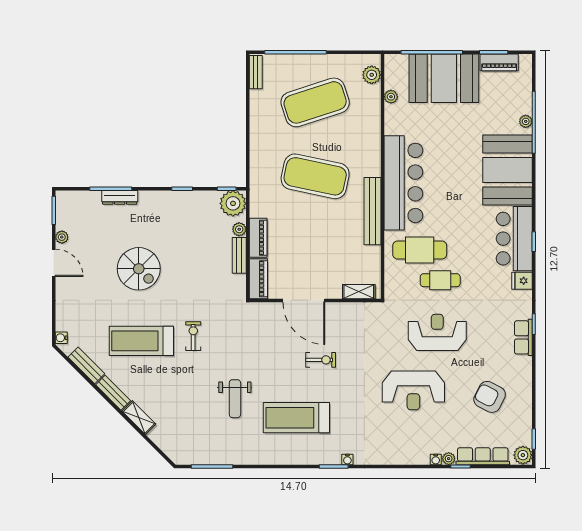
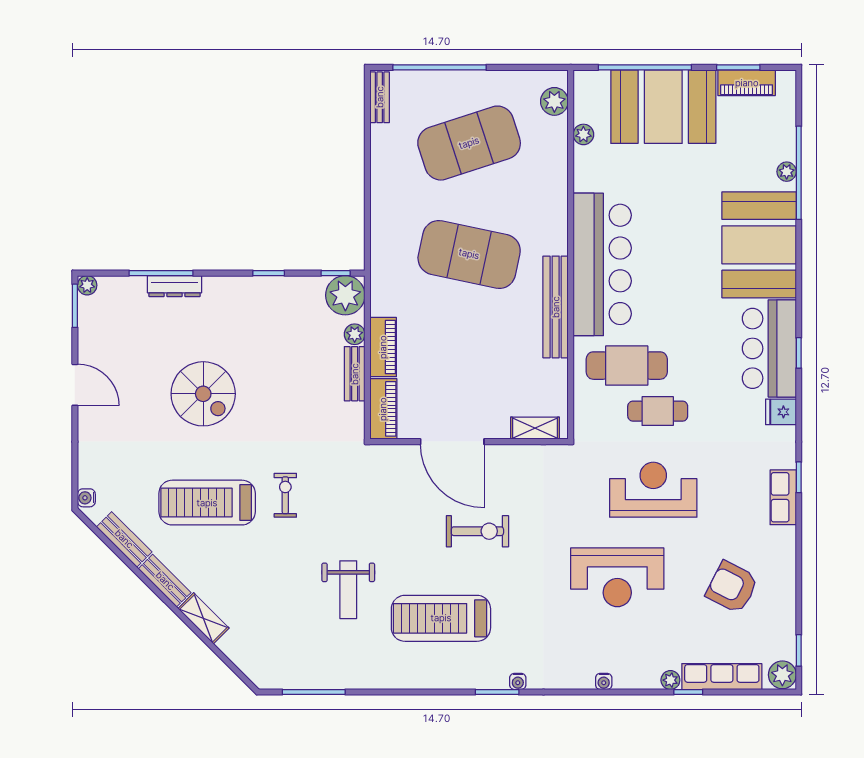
plant: (62, 237) -> (87, 285), moved
exercise bike: (321, 360) -> (477, 531), width x1.38, depth x1.39
water cooler: (436, 459) -> (604, 681), moved

